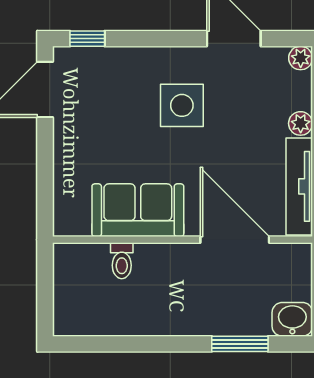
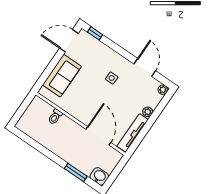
side table: (182, 105) -> (112, 78), width x0.54, depth x0.54
sofa: (138, 210) -> (62, 76), moved, turned 90

